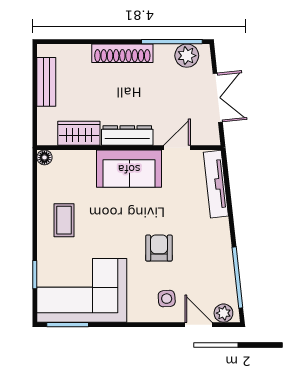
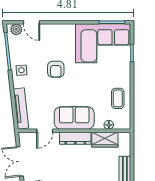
floor lamp: (44, 157) -> (109, 125), moved
coffee table: (64, 220) -> (118, 98), moved
side table: (167, 299) -> (21, 70), moved

